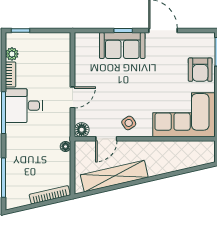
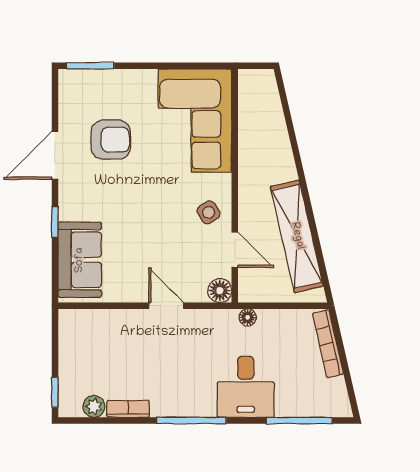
sofa: (122, 45) -> (80, 260), moved
armchair: (200, 70) -> (111, 140), moved
desk: (24, 106) -> (246, 387), moved

